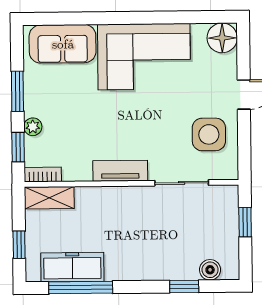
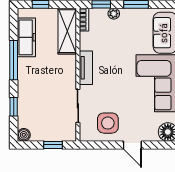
shelving: (49, 198) -> (67, 31), width x1.50, depth x1.33
boiler: (210, 270) -> (24, 135), moved
window: (81, 288) -> (14, 60), moved

